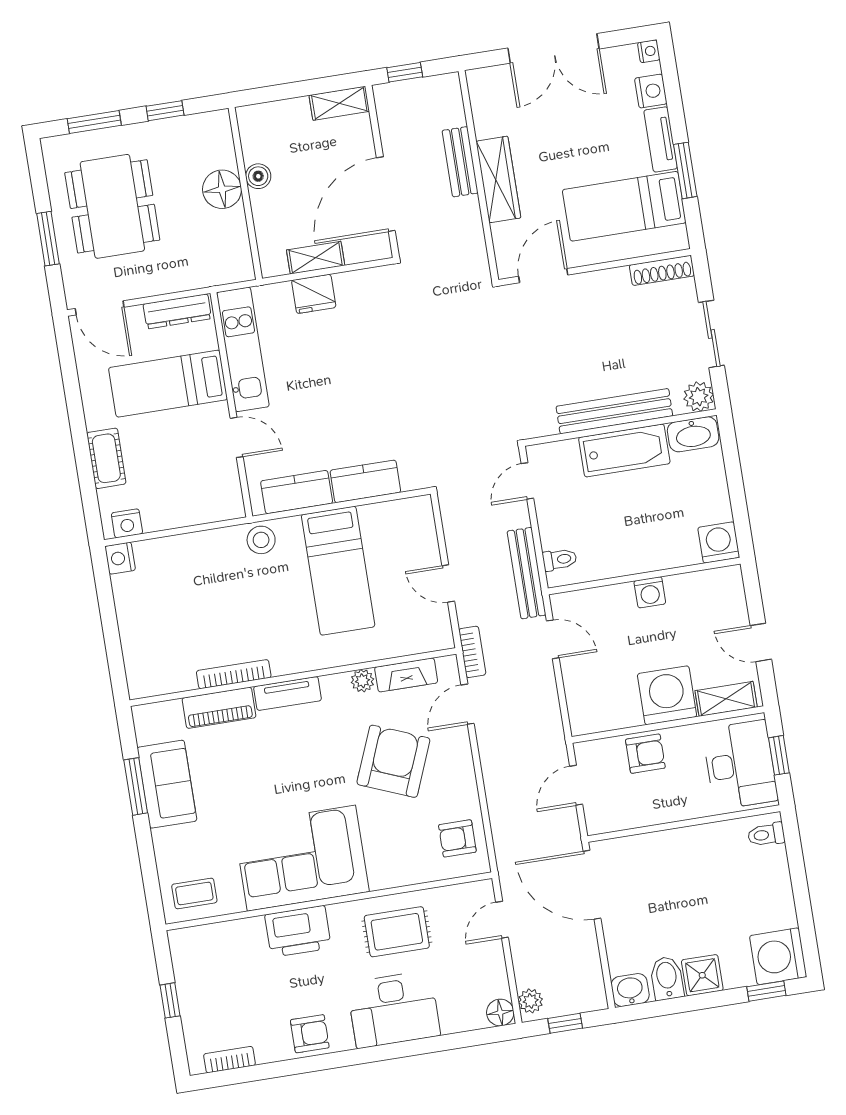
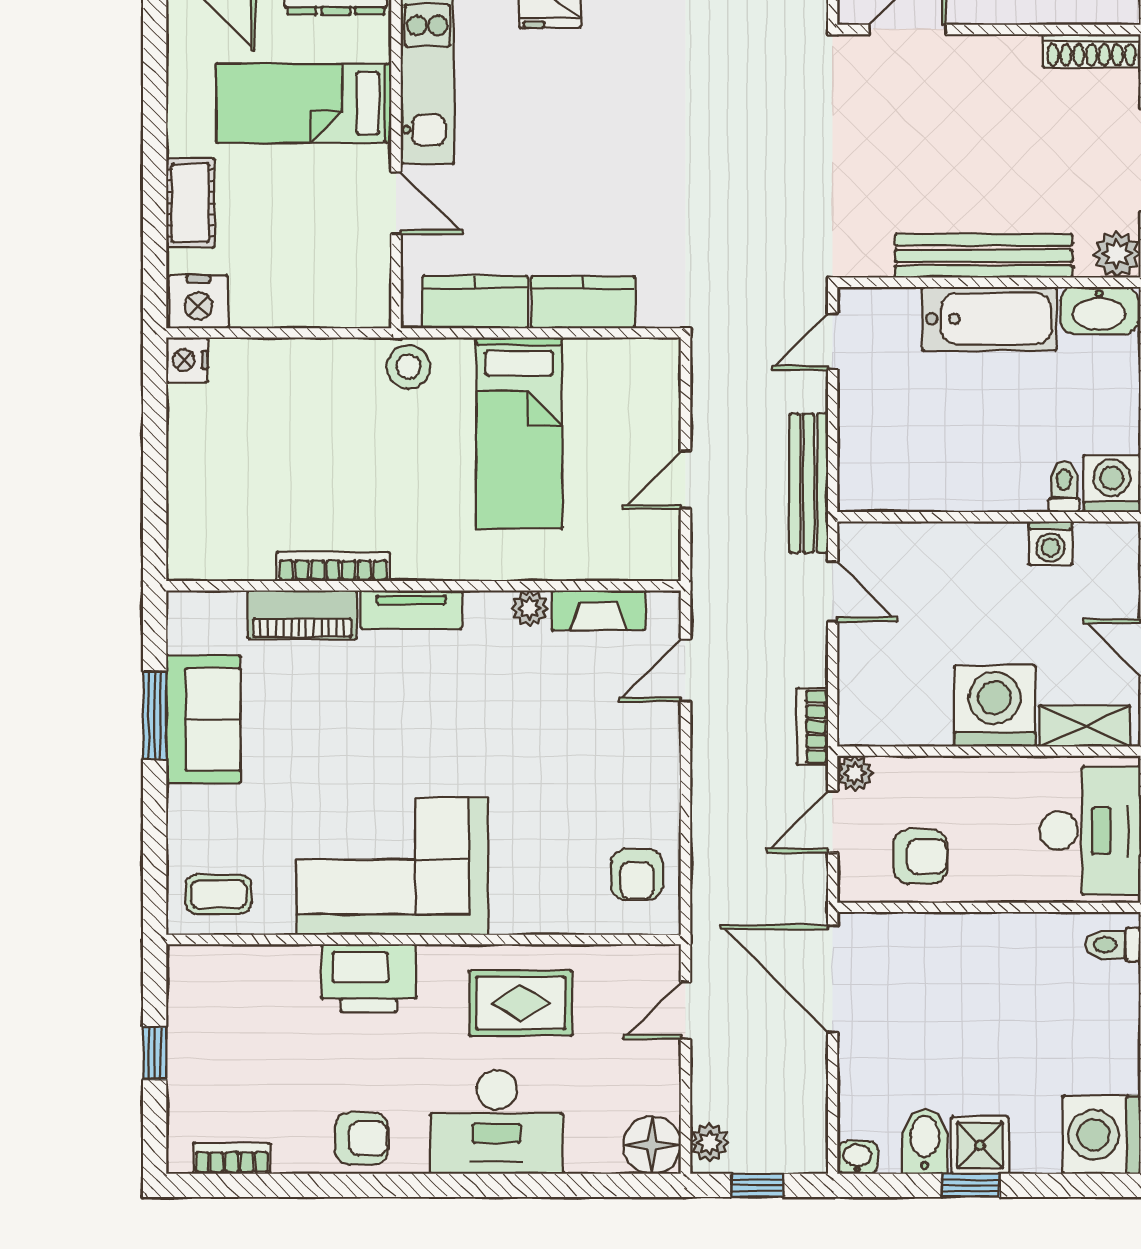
nightstand: (127, 523) -> (198, 302), width x1.36, depth x1.33
toilet: (560, 560) -> (1064, 487), moved, turned -90
door: (448, 583) -> (686, 480), hinge flipped
washing machine: (650, 592) -> (1050, 543), moved
bookcase: (472, 652) -> (813, 727), moved, turned 180
plant: (585, 752) -> (855, 773), added
armchair: (645, 754) -> (920, 856), moved
armchair: (393, 761) -> (557, 740), removed
armchair: (457, 838) -> (637, 874), turned -91
washbasin: (630, 990) -> (858, 1158), width x0.72, depth x0.69
window: (766, 991) -> (971, 1185), moved
floor lamp: (500, 1013) -> (652, 1145), width x1.38, depth x1.38

